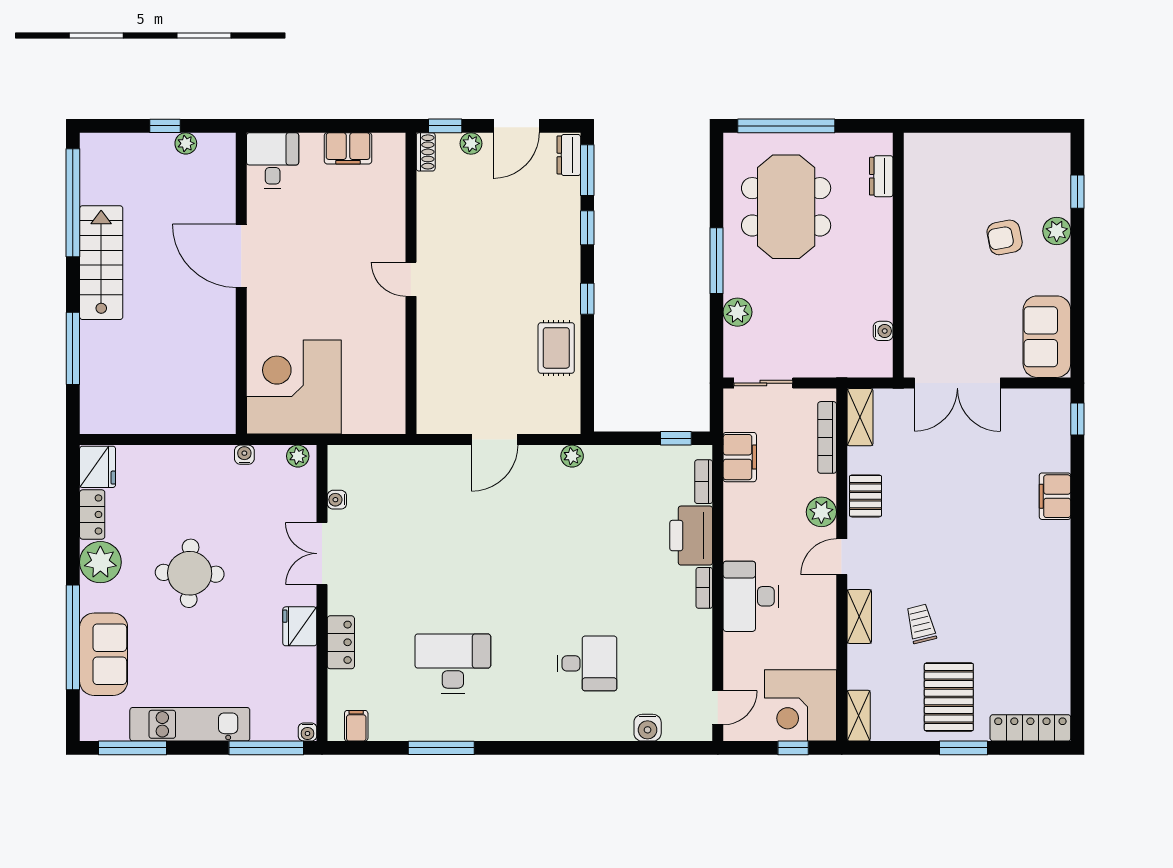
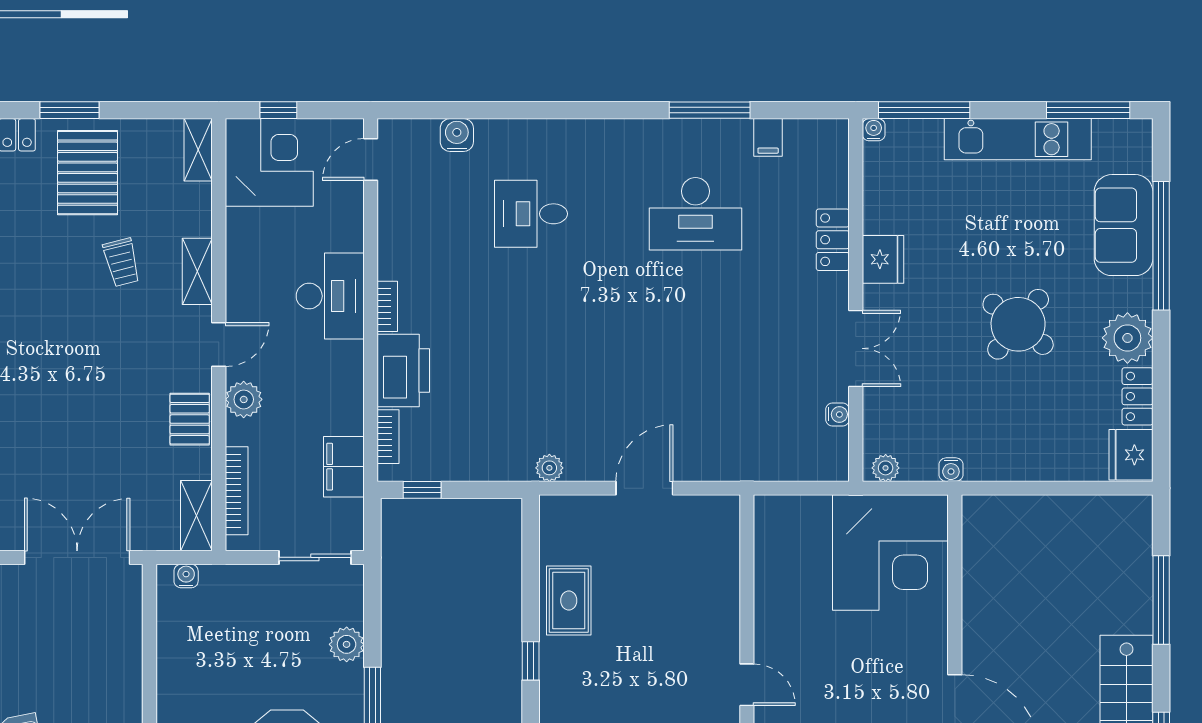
water cooler: (883, 331) -> (186, 576), moved, turned 90
round table: (190, 573) -> (1018, 324), turned 37
filing cabinet: (356, 726) -> (768, 137), moved

